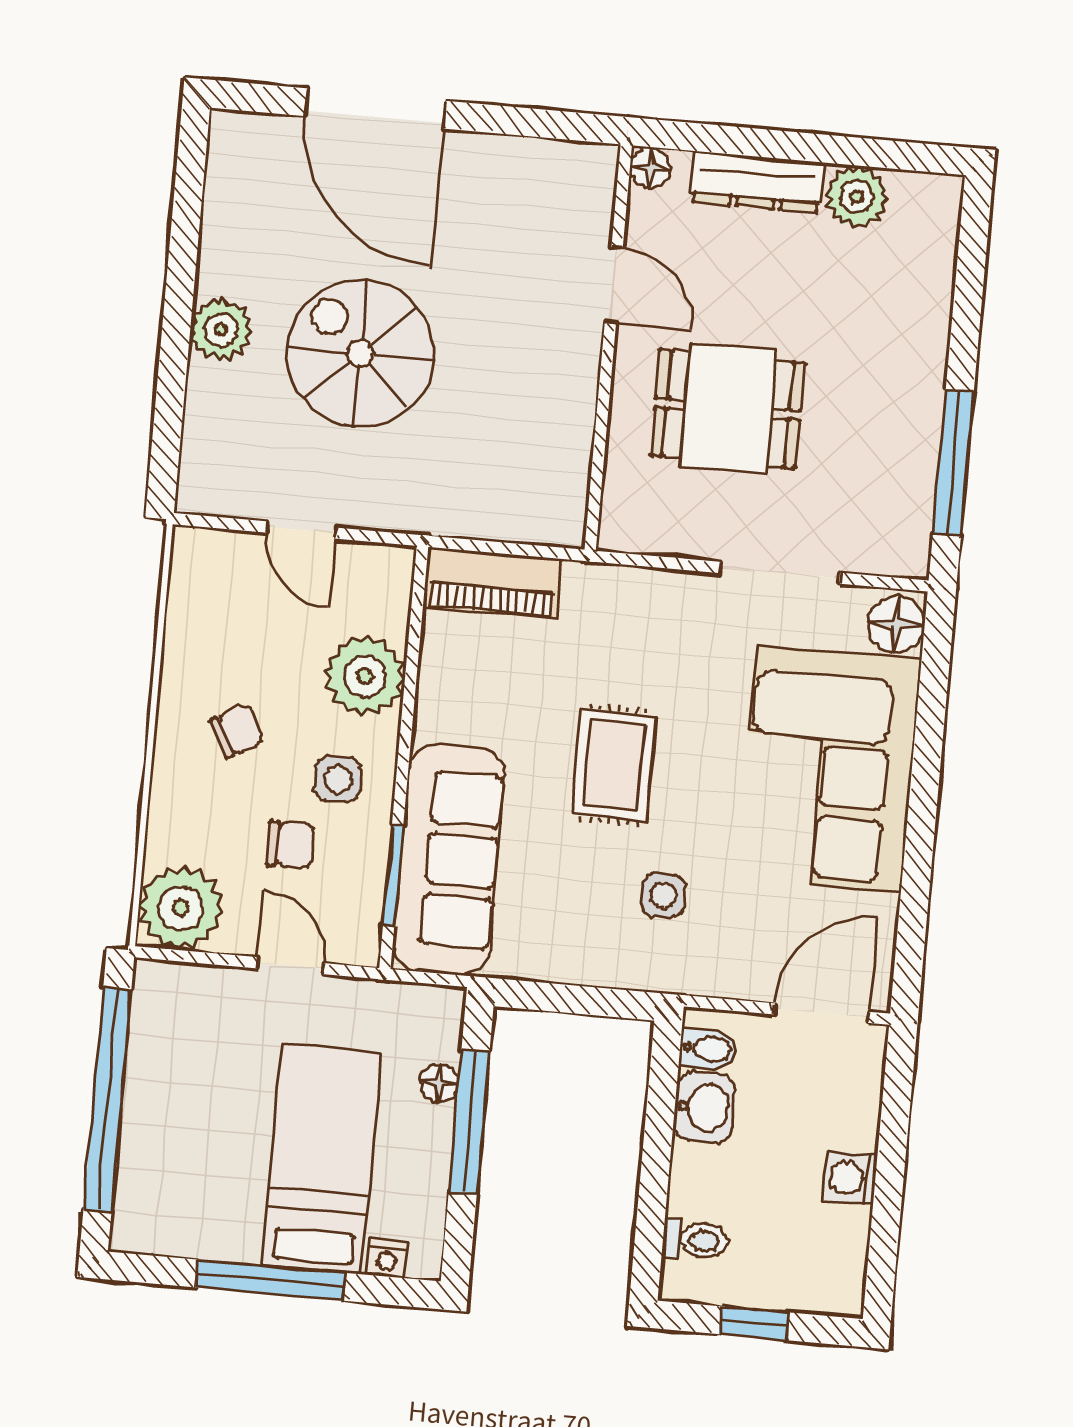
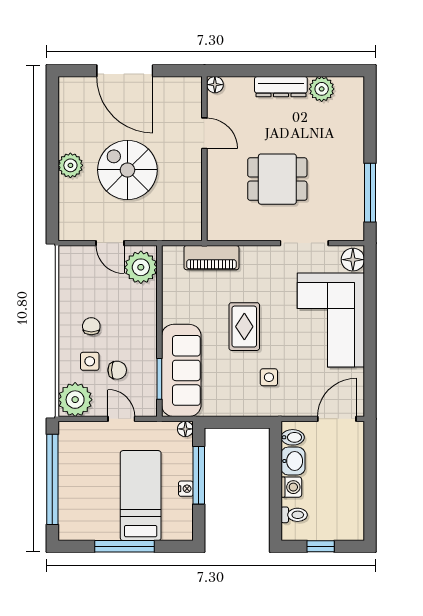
floor lamp: (650, 168) -> (215, 85), moved
door: (614, 285) -> (204, 133), moved
wall: (608, 348) -> (204, 159), moved
piano: (493, 583) -> (211, 258), moved
plant: (365, 676) -> (141, 267), moved
chair: (237, 731) -> (91, 326), turned -61
side table: (338, 779) -> (90, 361), moved
floor lamp: (439, 1083) -> (185, 429), moved
washing machine: (850, 1178) -> (291, 487), moved, turned 180
nightstand: (387, 1258) -> (186, 489), moved, turned -90

